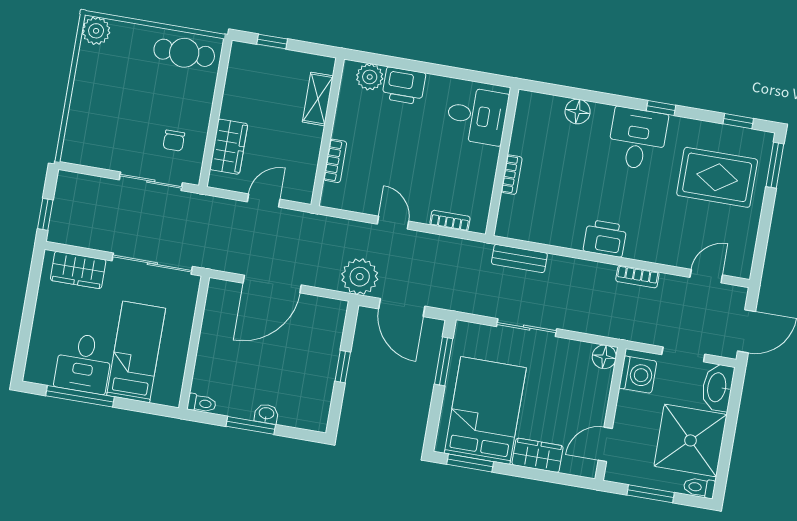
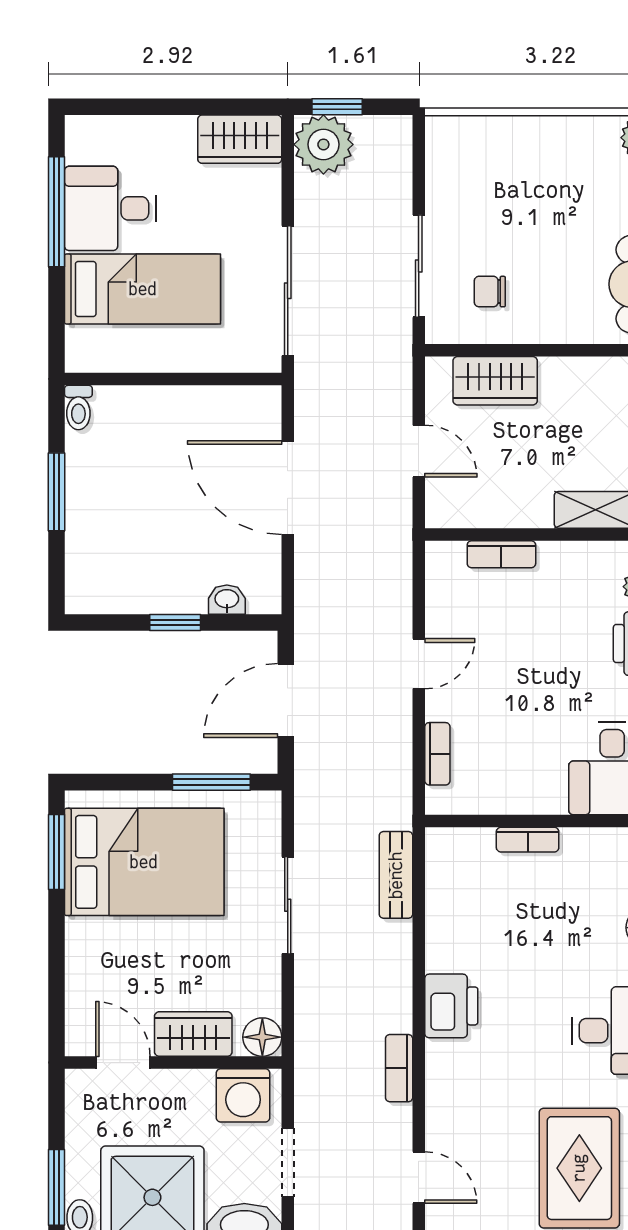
wardrobe: (78, 270) -> (240, 139), moved, turned -90
plant: (360, 277) -> (323, 144), moved
washbasin: (266, 414) -> (227, 600), moved, turned -90
wardrobe: (538, 455) -> (193, 1034), moved, turned -90
window: (651, 494) -> (56, 1187), moved

